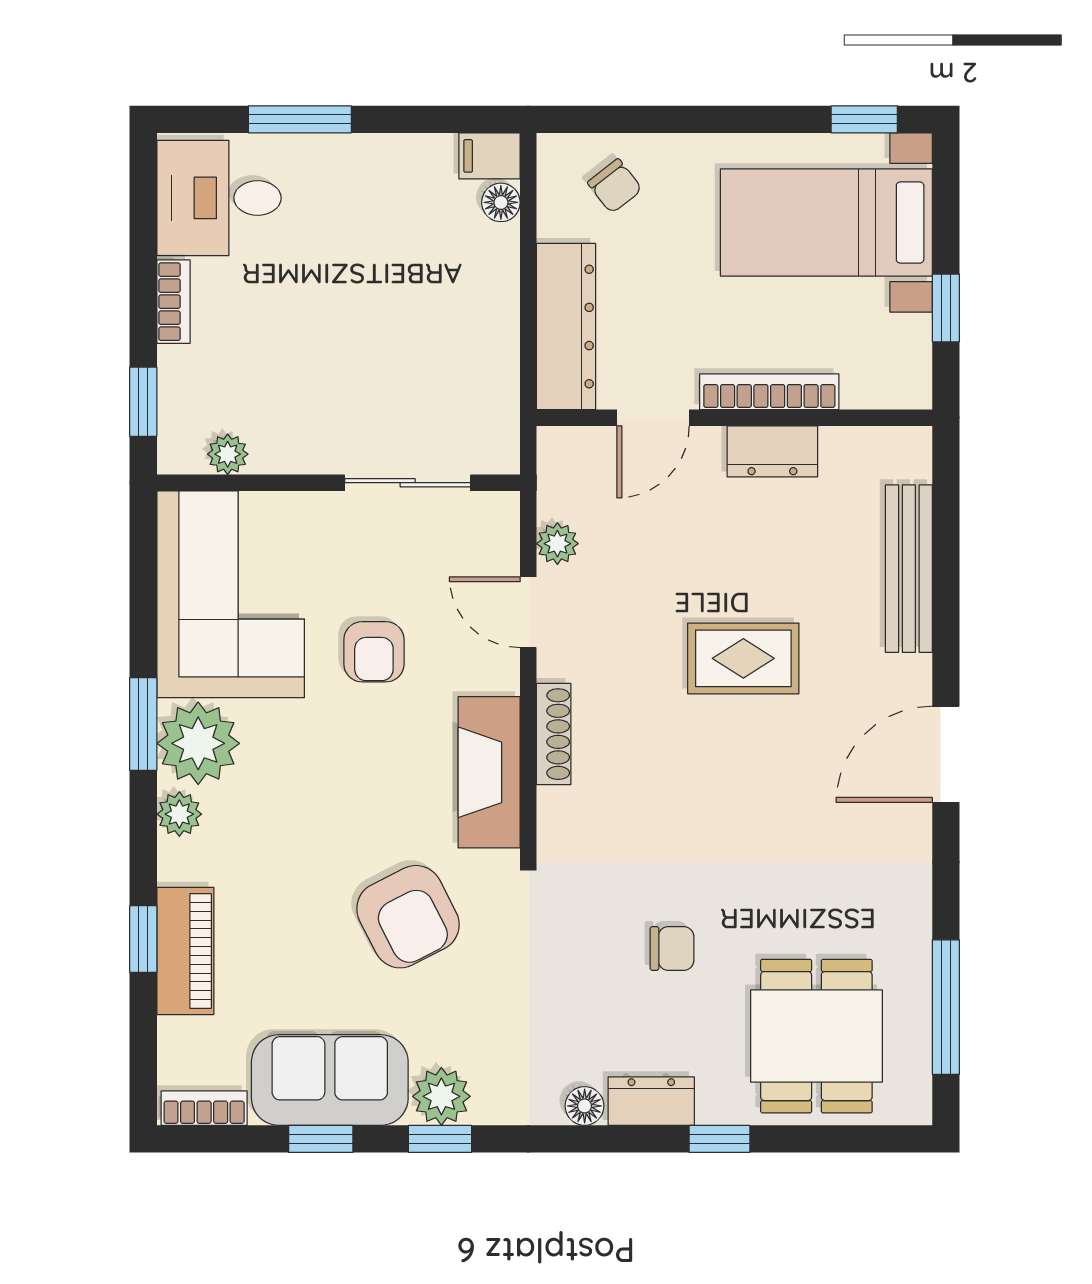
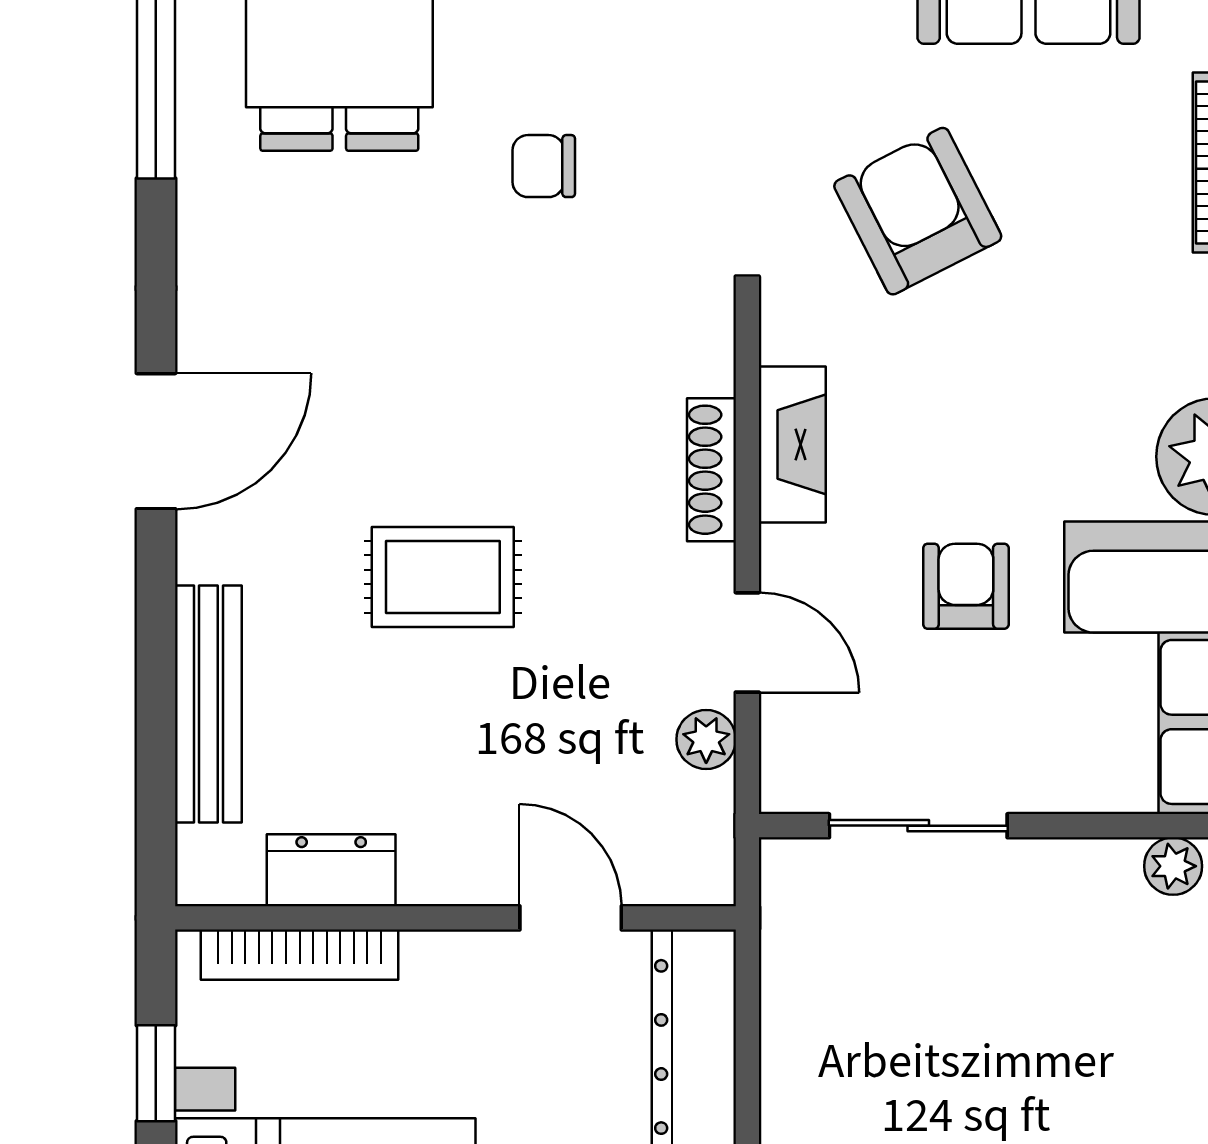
bookcase: (769, 392) -> (300, 955), moved
door: (653, 418) -> (571, 918), hinge flipped
dresser: (772, 451) -> (331, 870), moved
fireplace: (489, 772) -> (792, 444), width x0.73, depth x0.76

